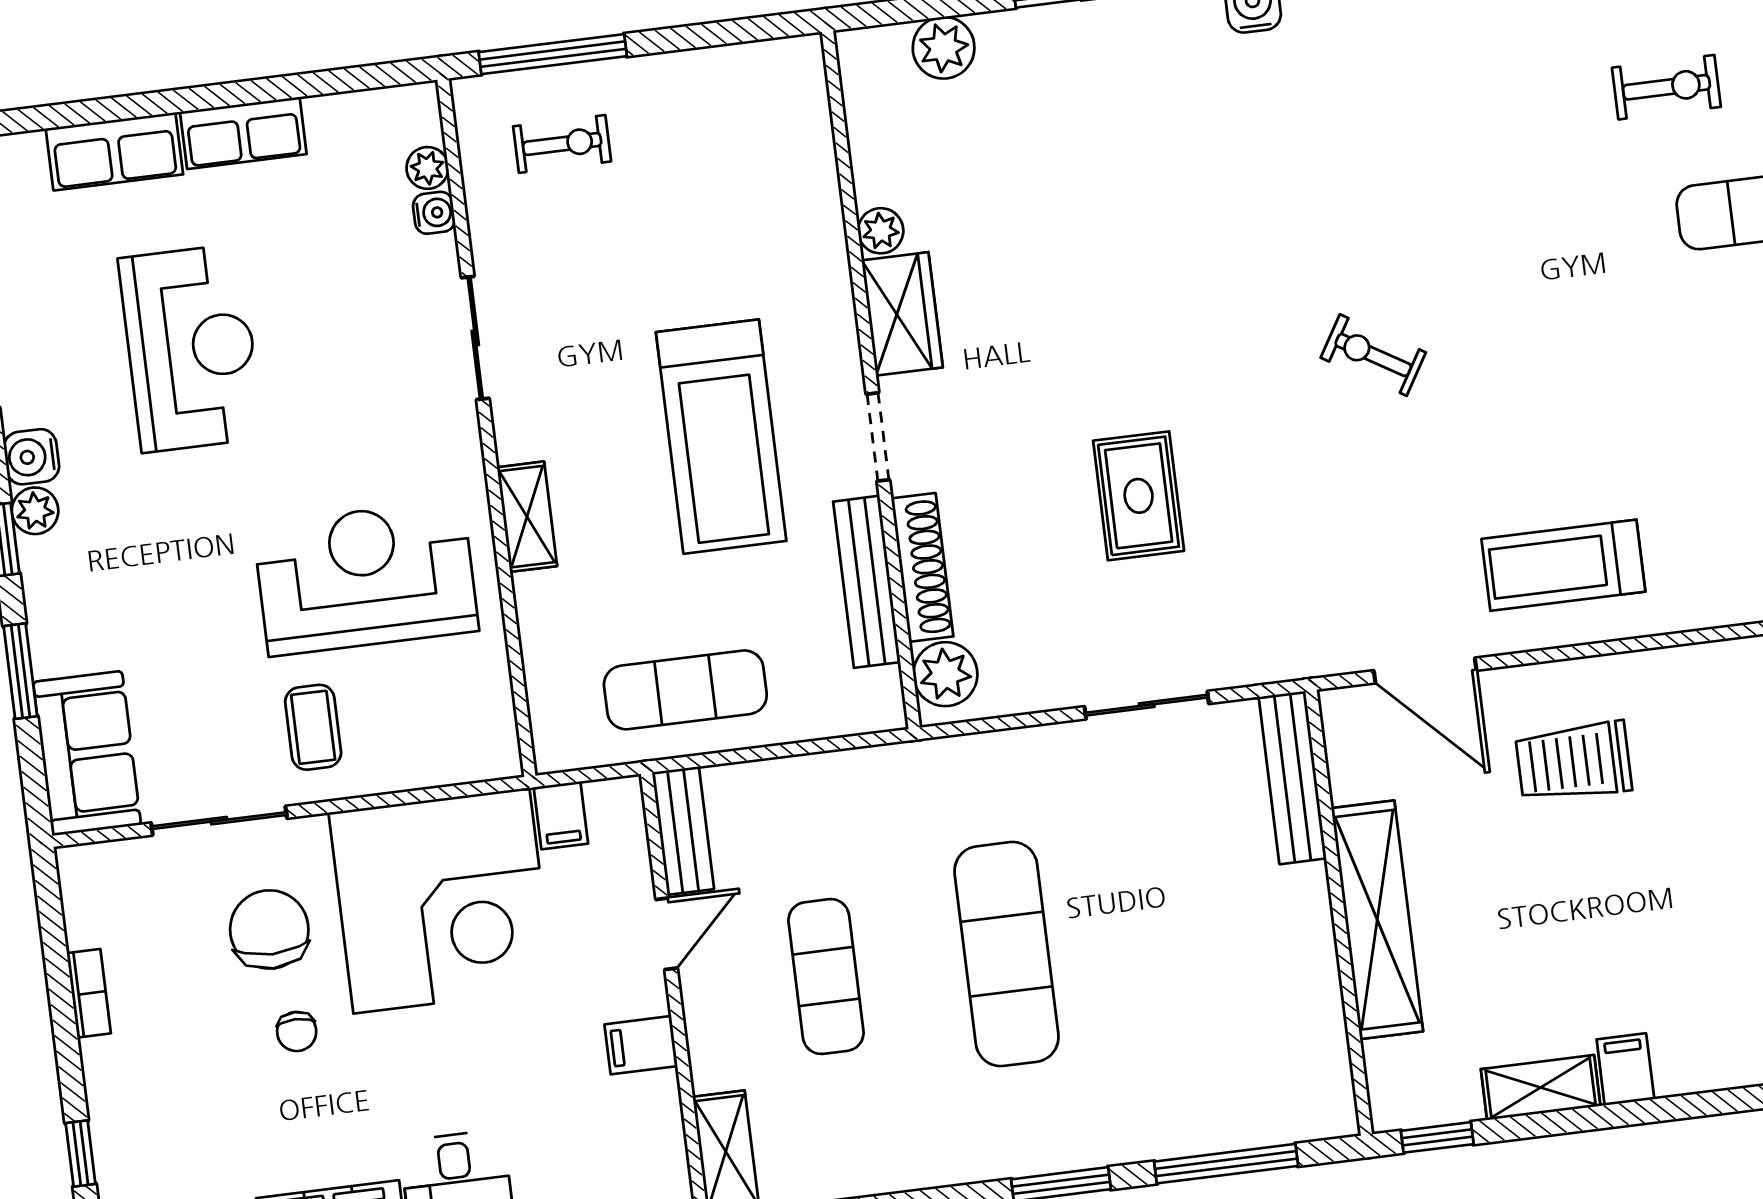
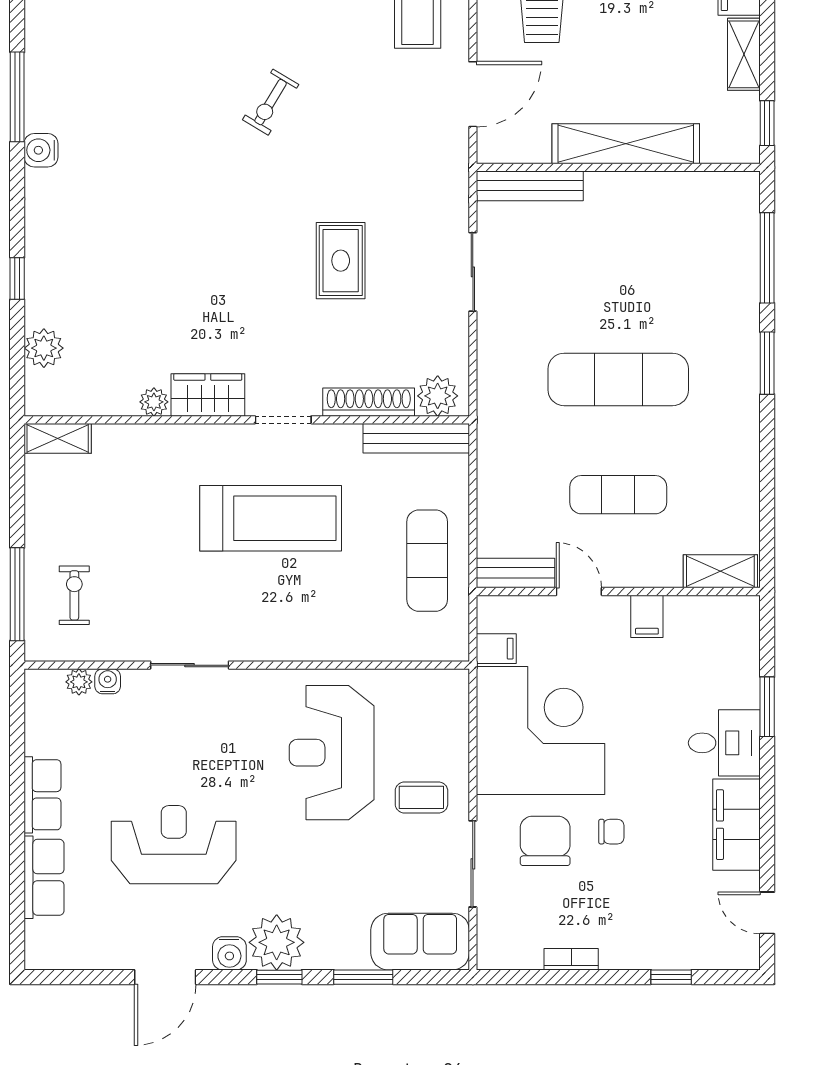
rug: (1139, 496) -> (341, 261), turned 90
plant: (35, 511) -> (277, 942), width x1.87, depth x1.87
shelving: (527, 517) -> (58, 438), moved
bench: (867, 582) -> (416, 438), moved
chair: (269, 929) -> (545, 841), turned 90

